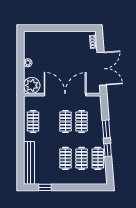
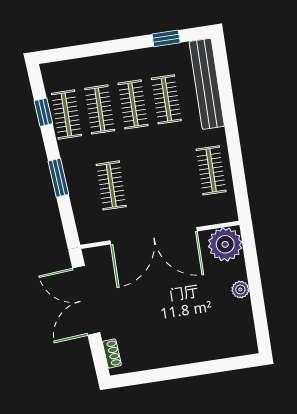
clothes rail: (65, 121) -> (166, 99), moved
window: (108, 150) -> (43, 112), moved

